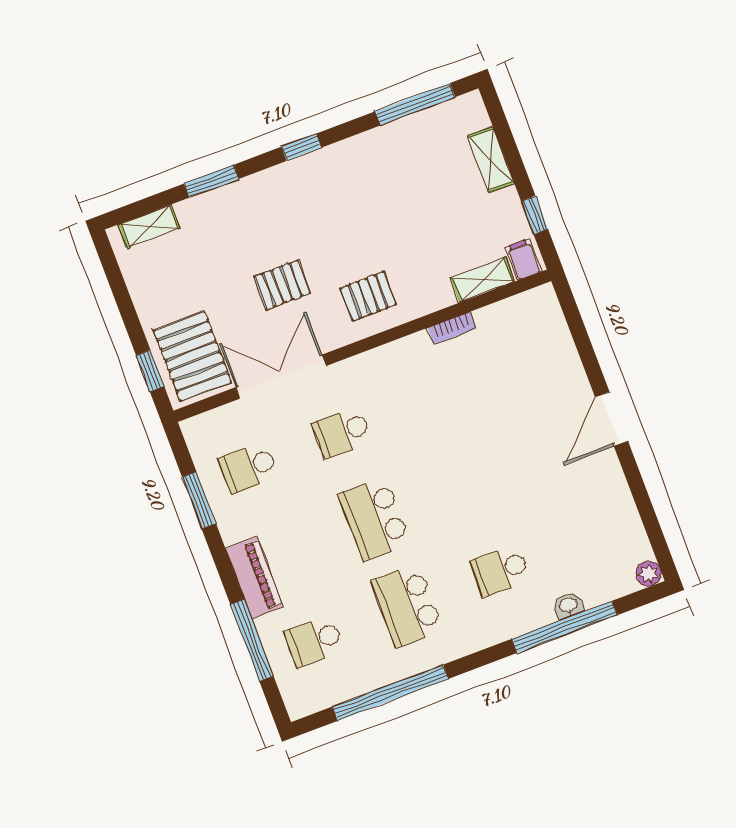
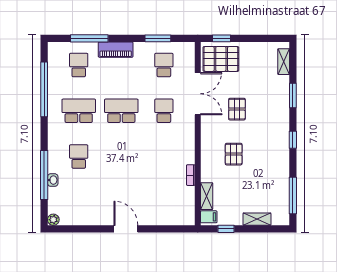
pallet: (368, 296) -> (234, 154), moved

